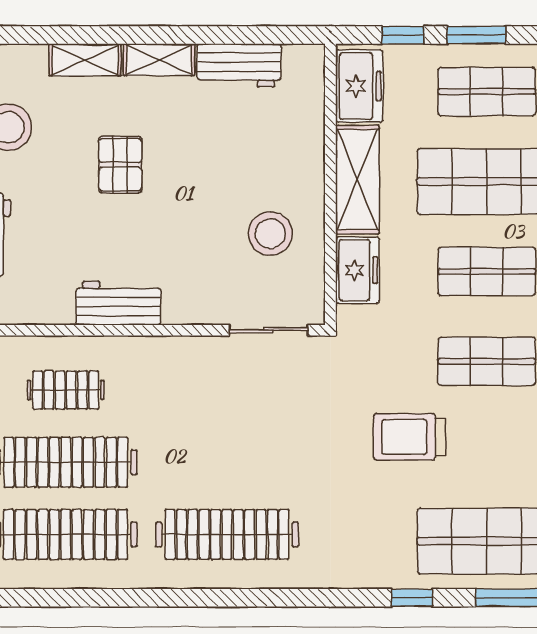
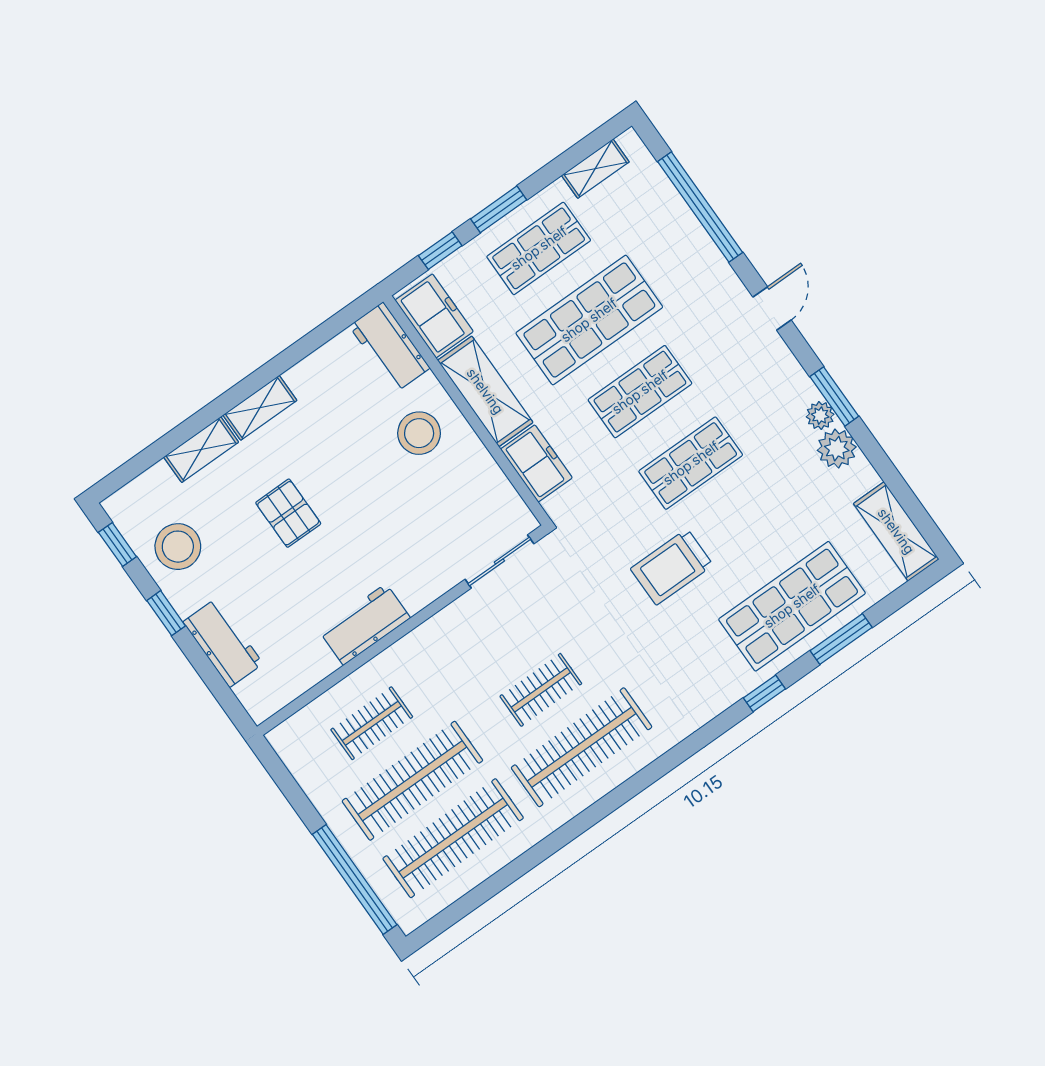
workbench: (239, 65) -> (390, 347), moved, turned 90
stool: (270, 233) -> (419, 433), moved
clothes rail: (227, 462) -> (541, 690), added

